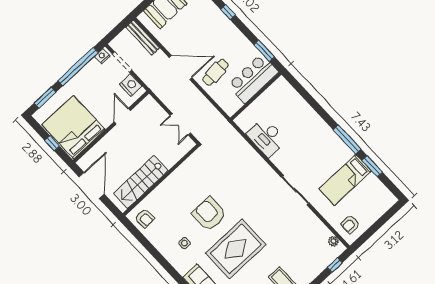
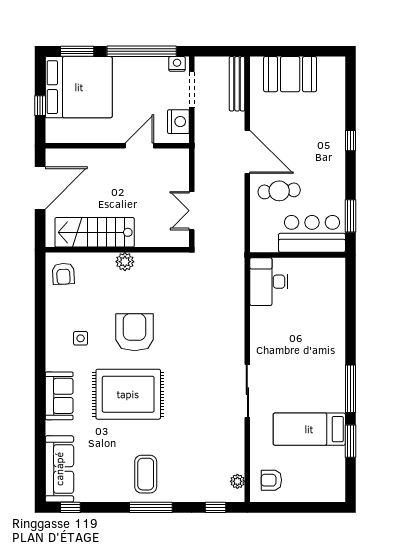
bed: (74, 127) -> (79, 87), moved, turned 90
desk: (266, 137) -> (269, 282), moved
plant: (170, 183) -> (125, 262), added

